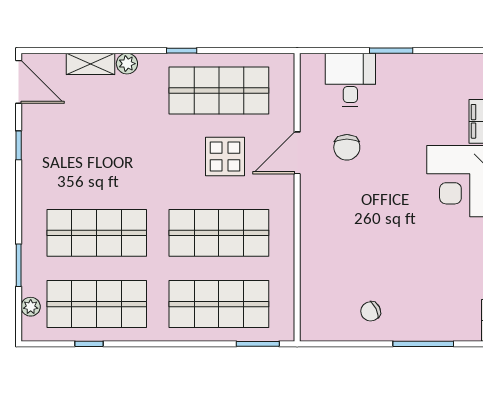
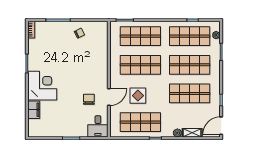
desk: (350, 80) -> (98, 126), moved
door: (19, 82) -> (221, 126), hinge flipped
shop shelf: (97, 162) -> (190, 93), added

